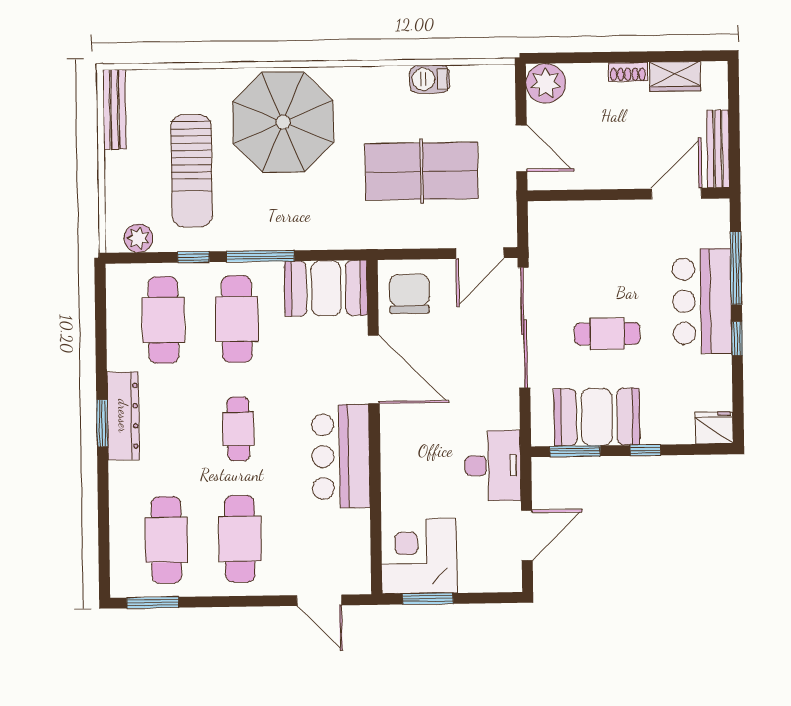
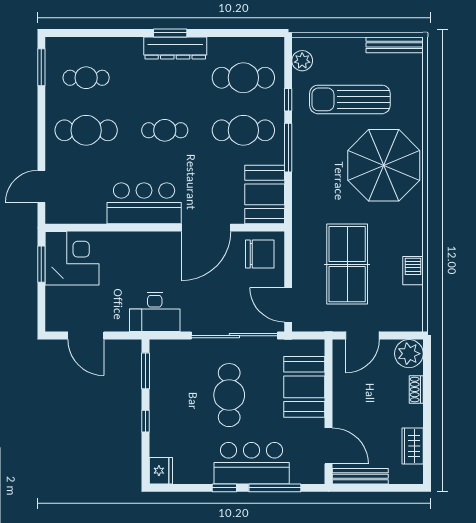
shoe rack: (628, 72) -> (416, 390), moved
cafe table: (607, 334) -> (229, 395), width x1.37, depth x1.35
booth: (597, 417) -> (304, 387), moved
desk: (493, 466) -> (155, 312), moved
cafe table: (166, 540) -> (86, 78), width x0.73, depth x0.74

